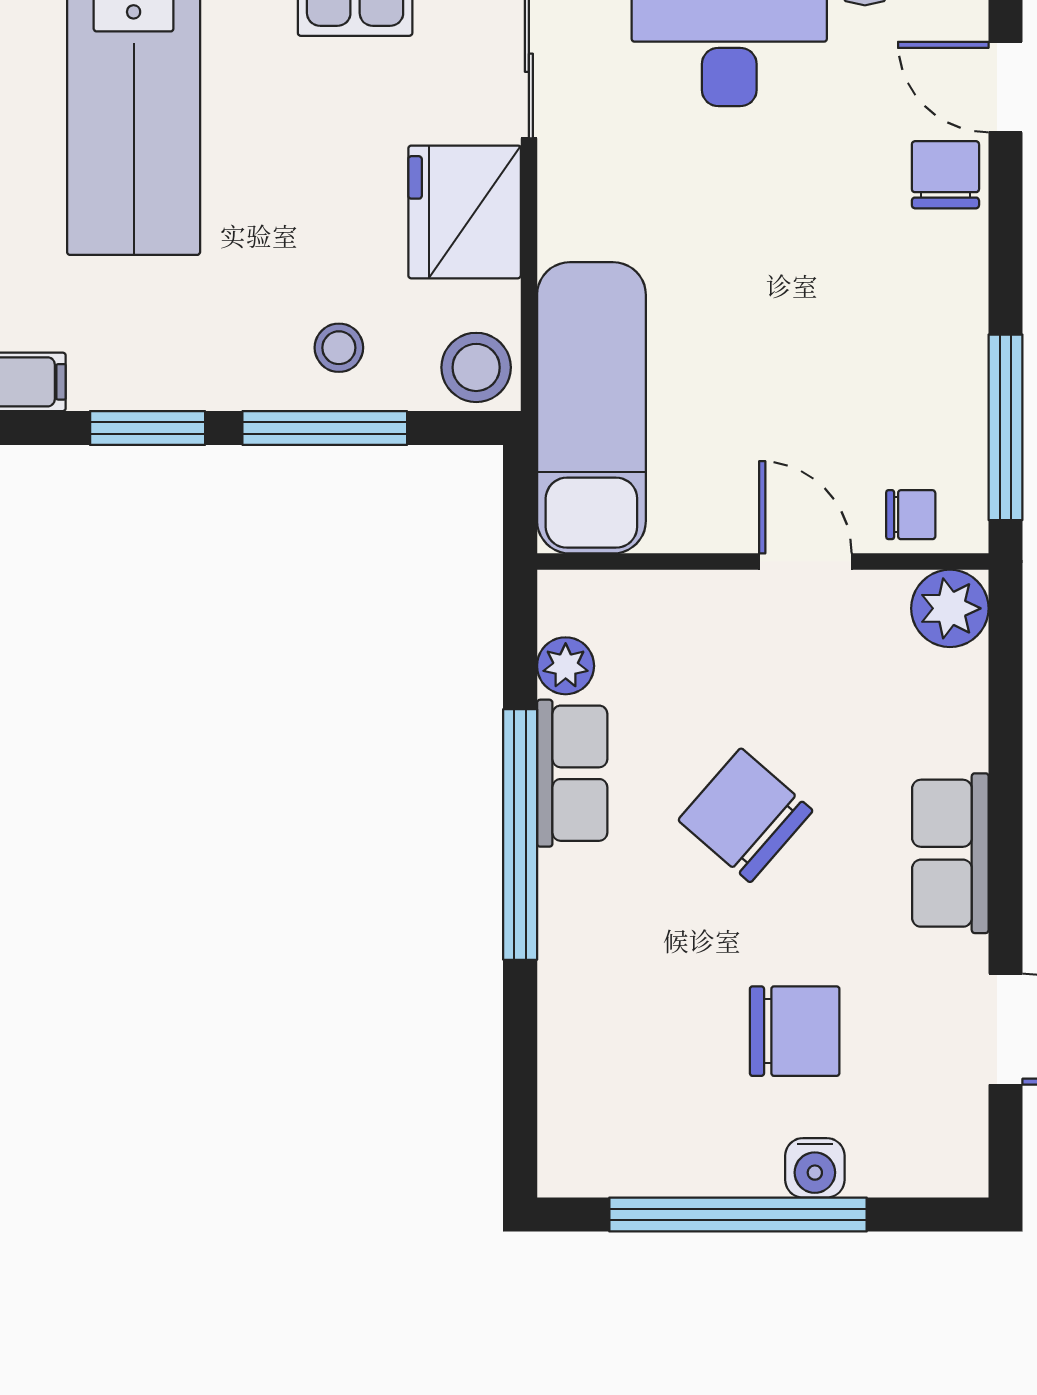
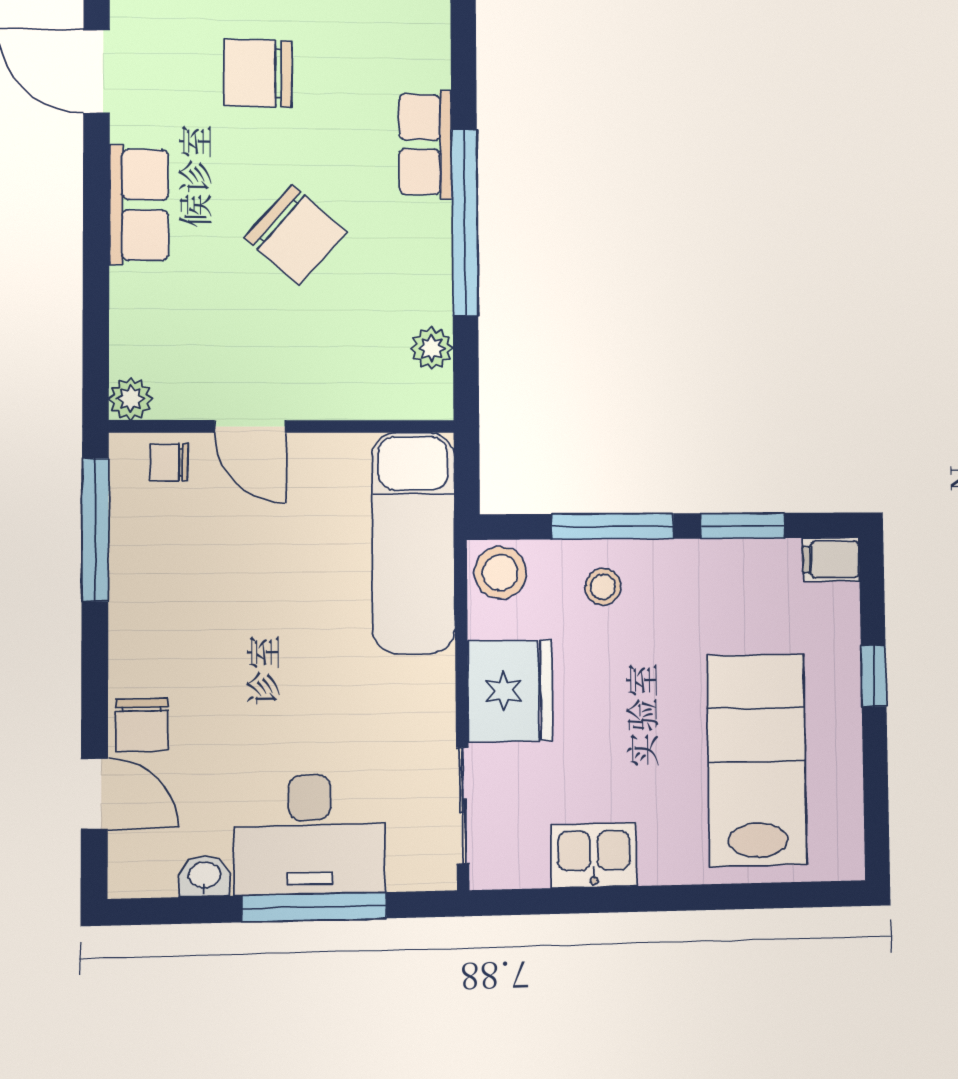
plant: (950, 608) -> (131, 399), width x0.73, depth x0.73
row of seats: (572, 773) -> (425, 145), moved

